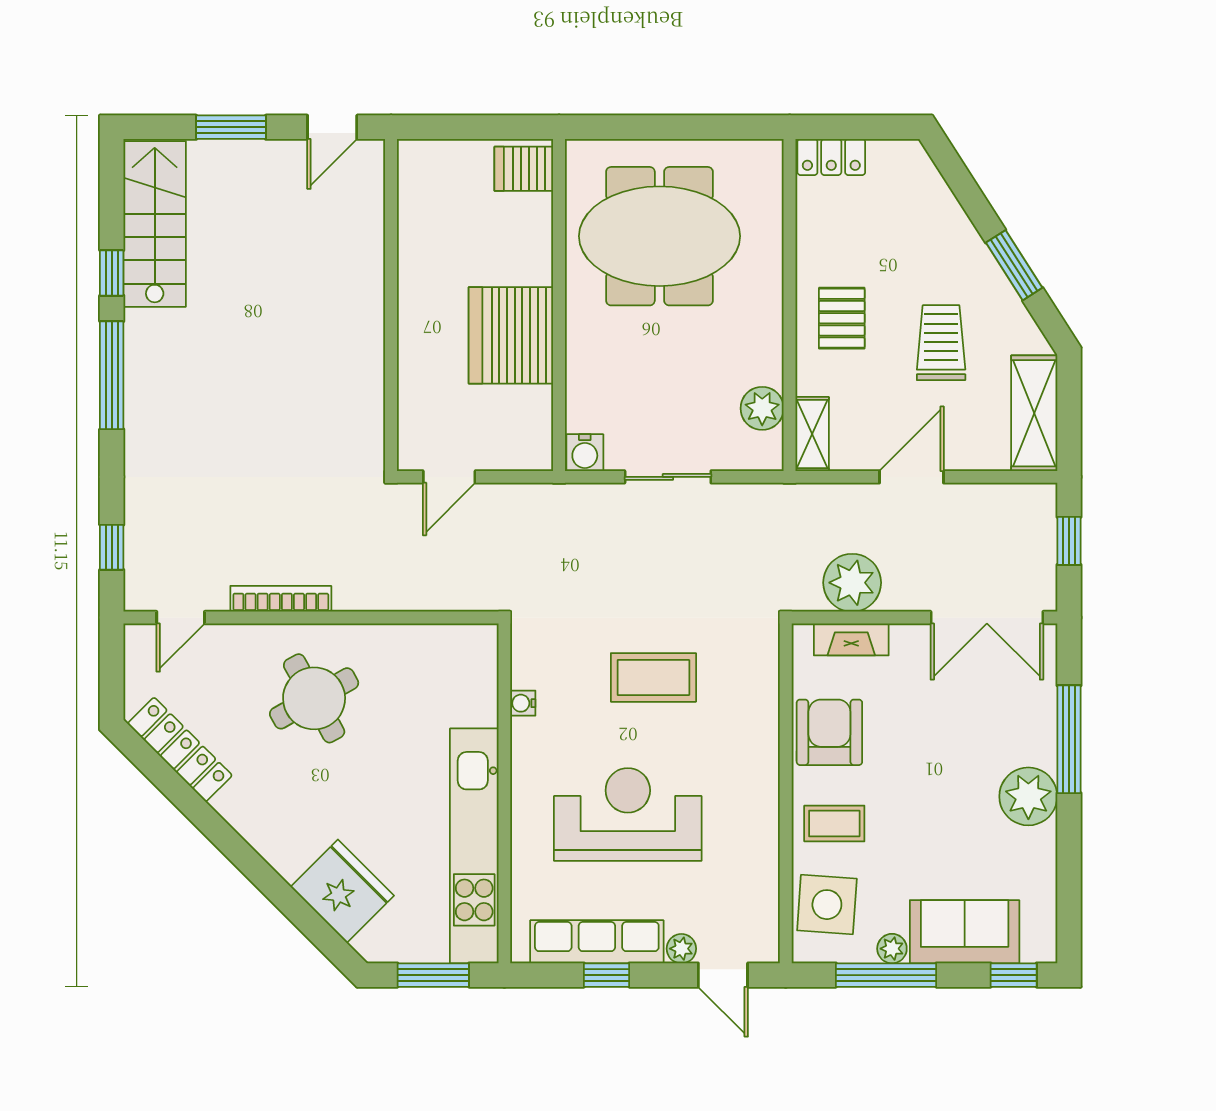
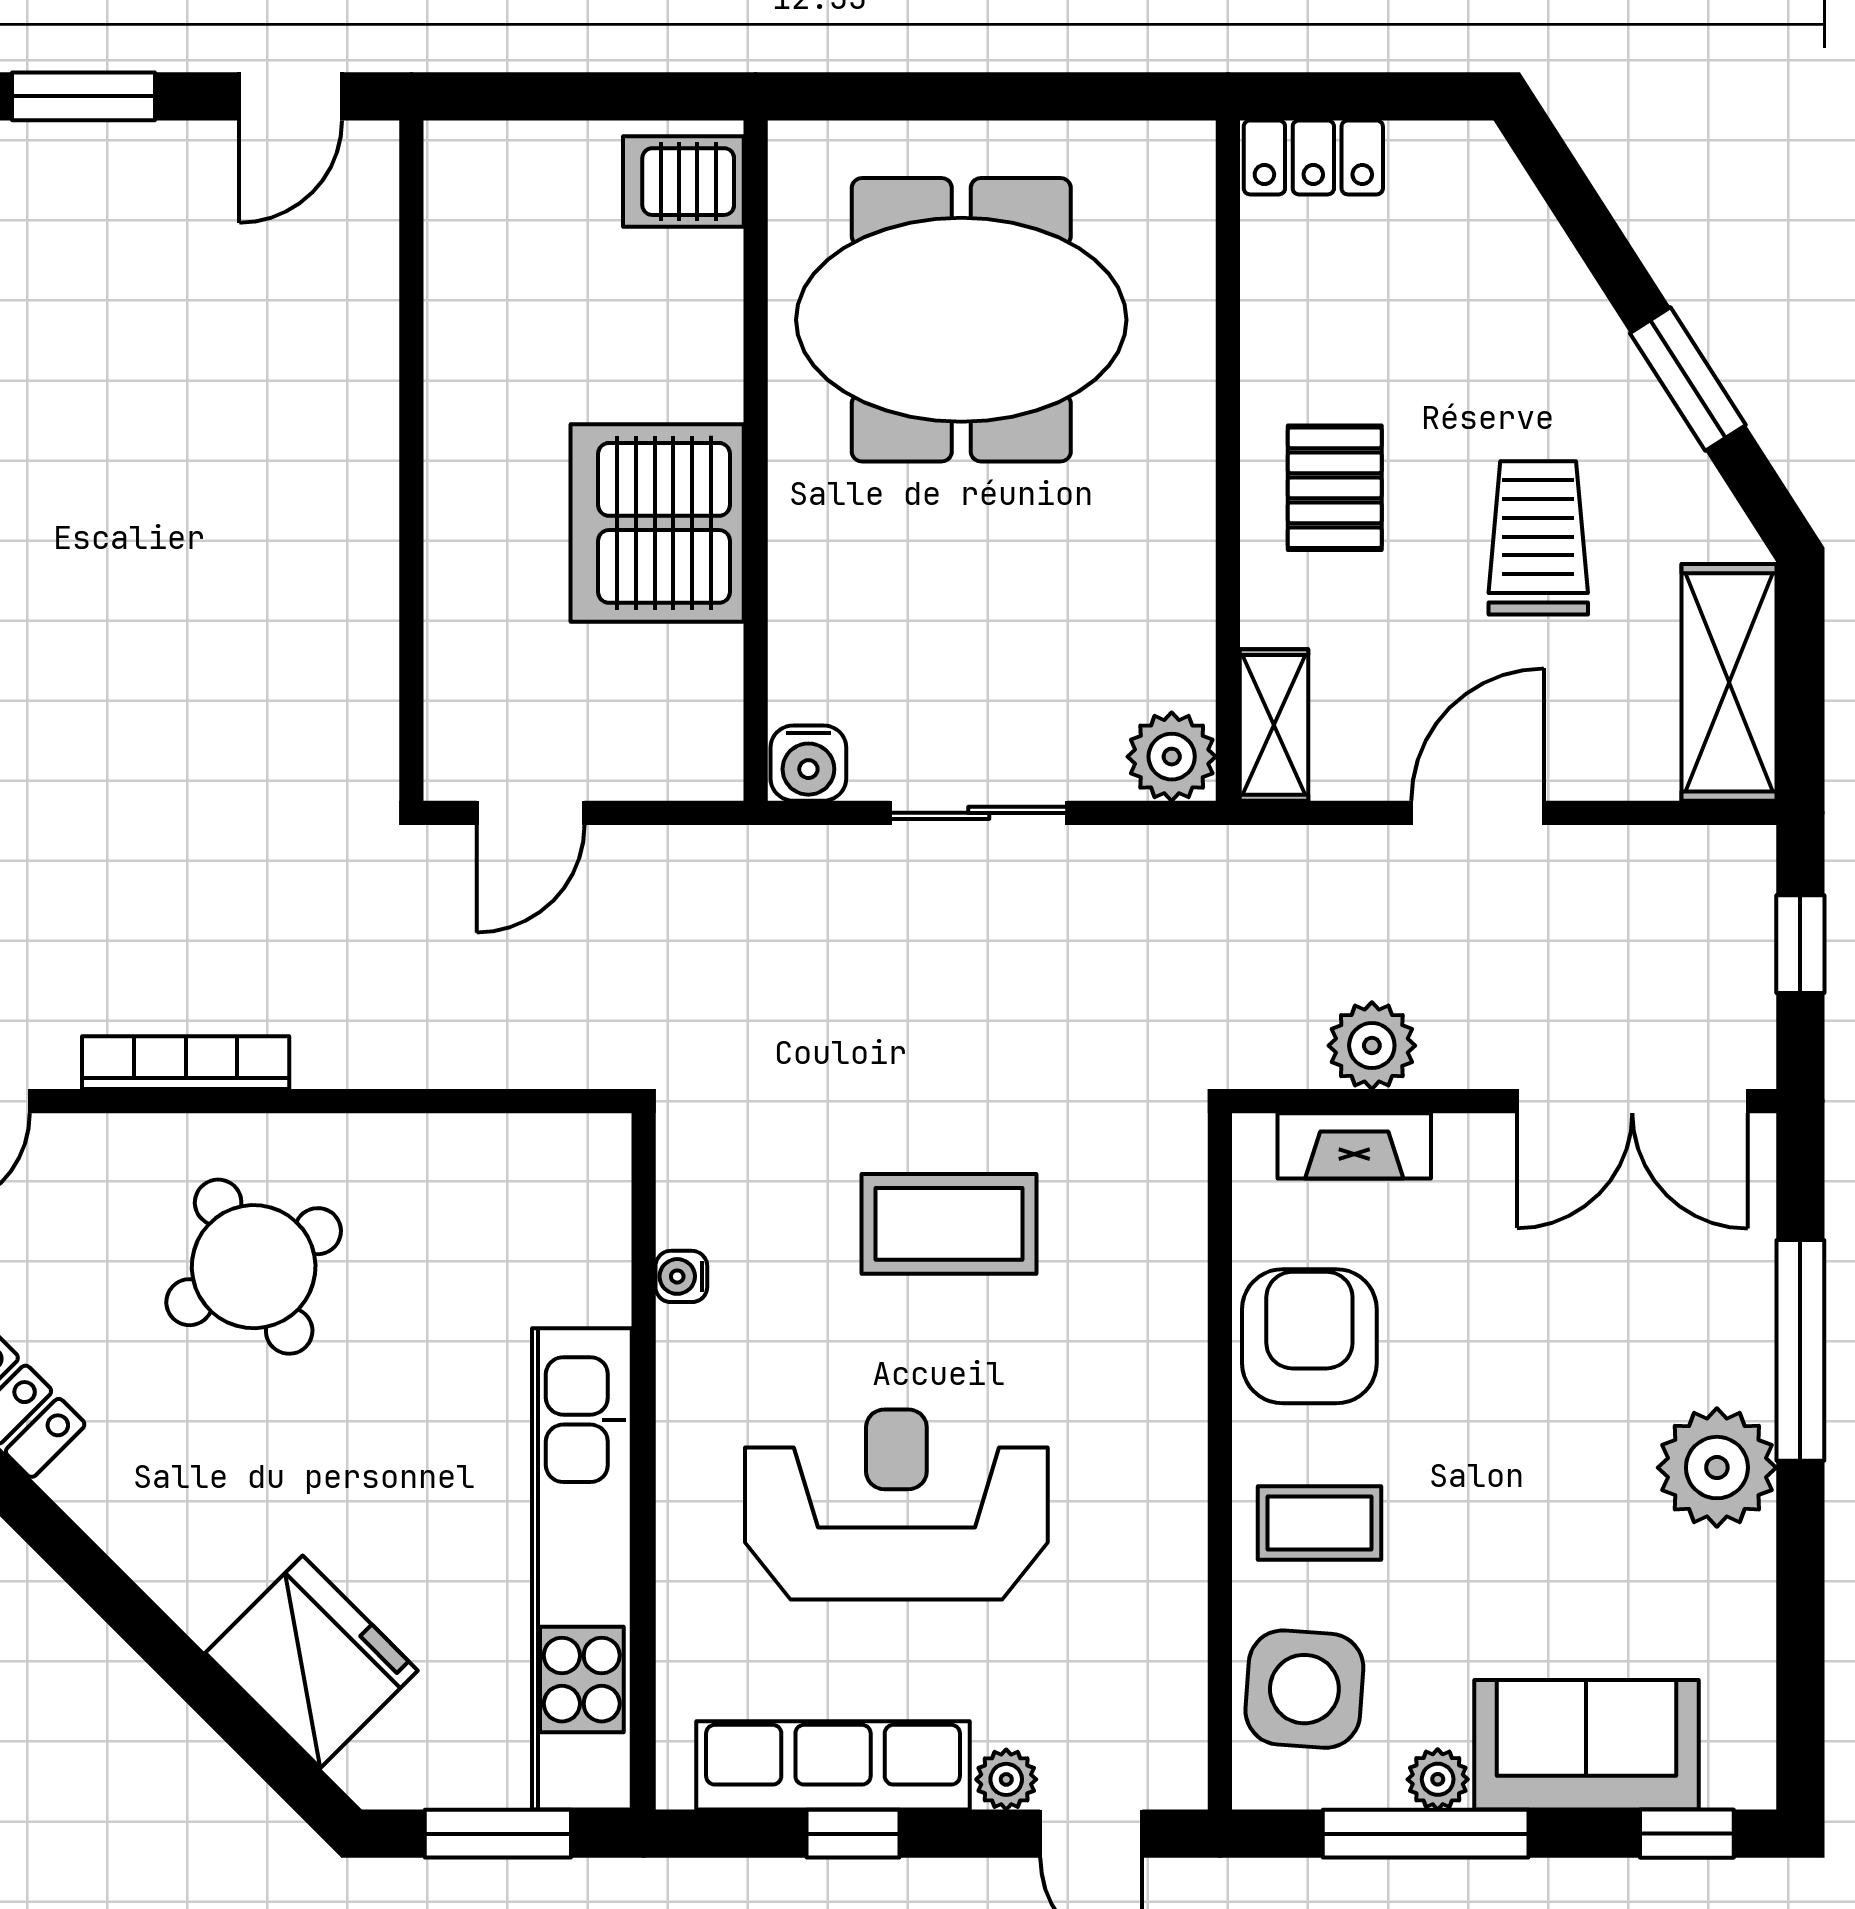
plant: (762, 408) -> (1172, 757), moved
plant: (852, 583) -> (1372, 1046), width x0.73, depth x0.73

